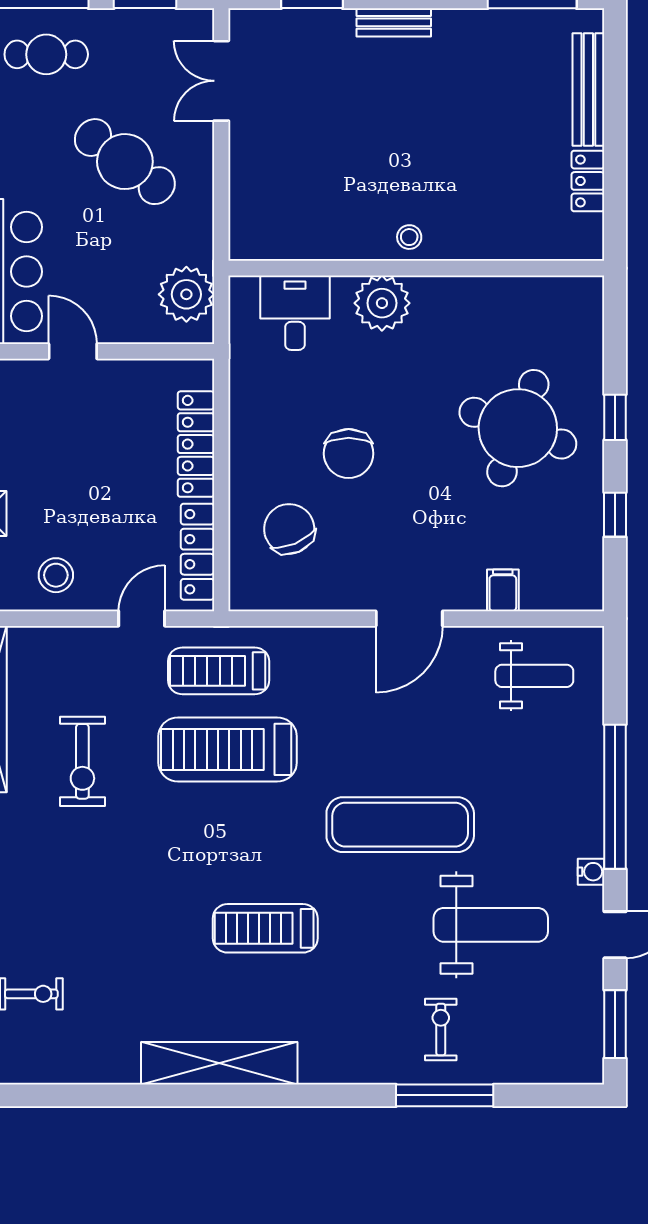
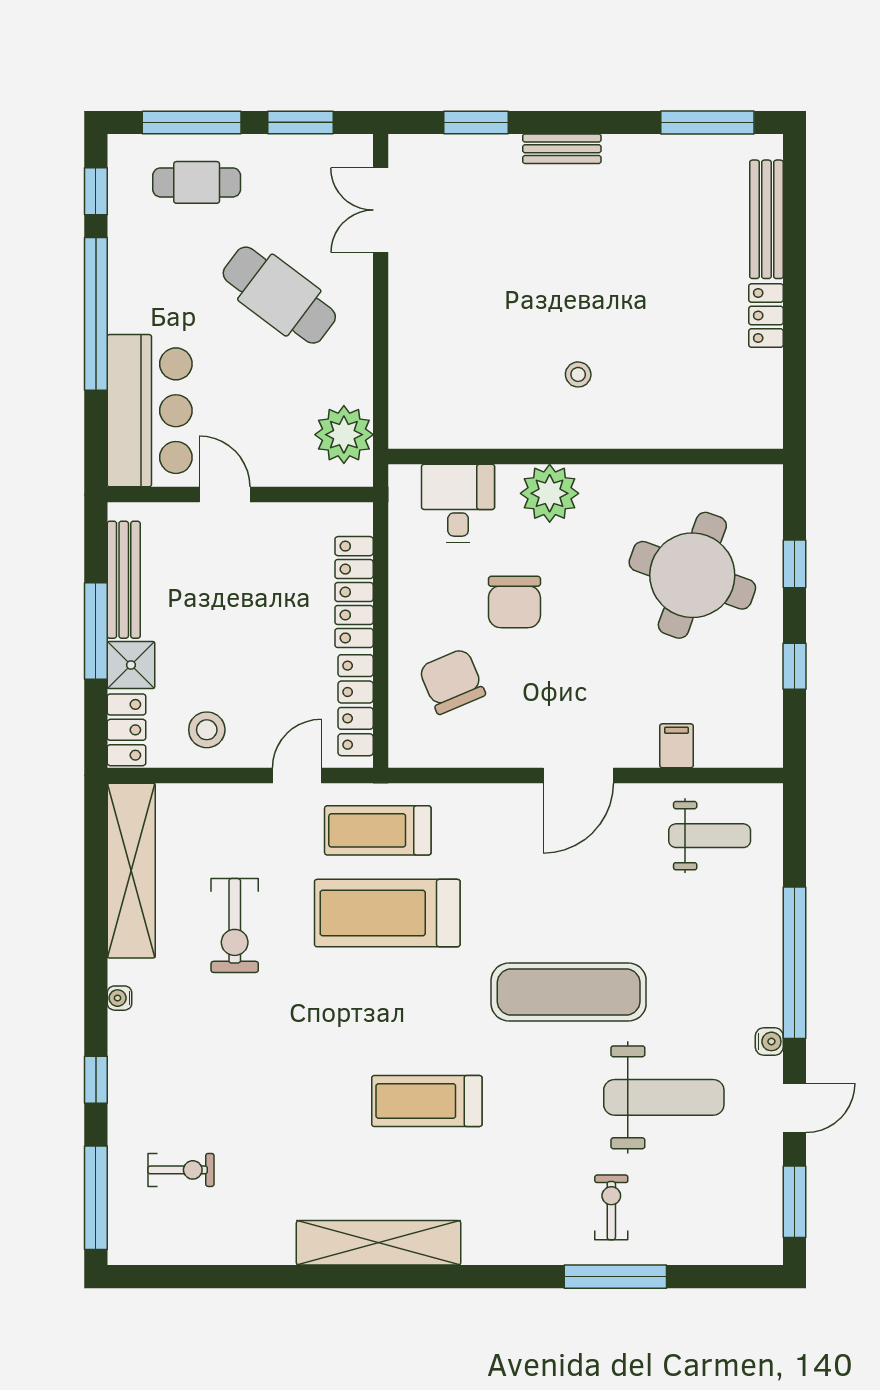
wall: (416, 268) -> (586, 457), moved
plant: (382, 303) -> (550, 493), moved
desk: (295, 313) -> (458, 503), moved

